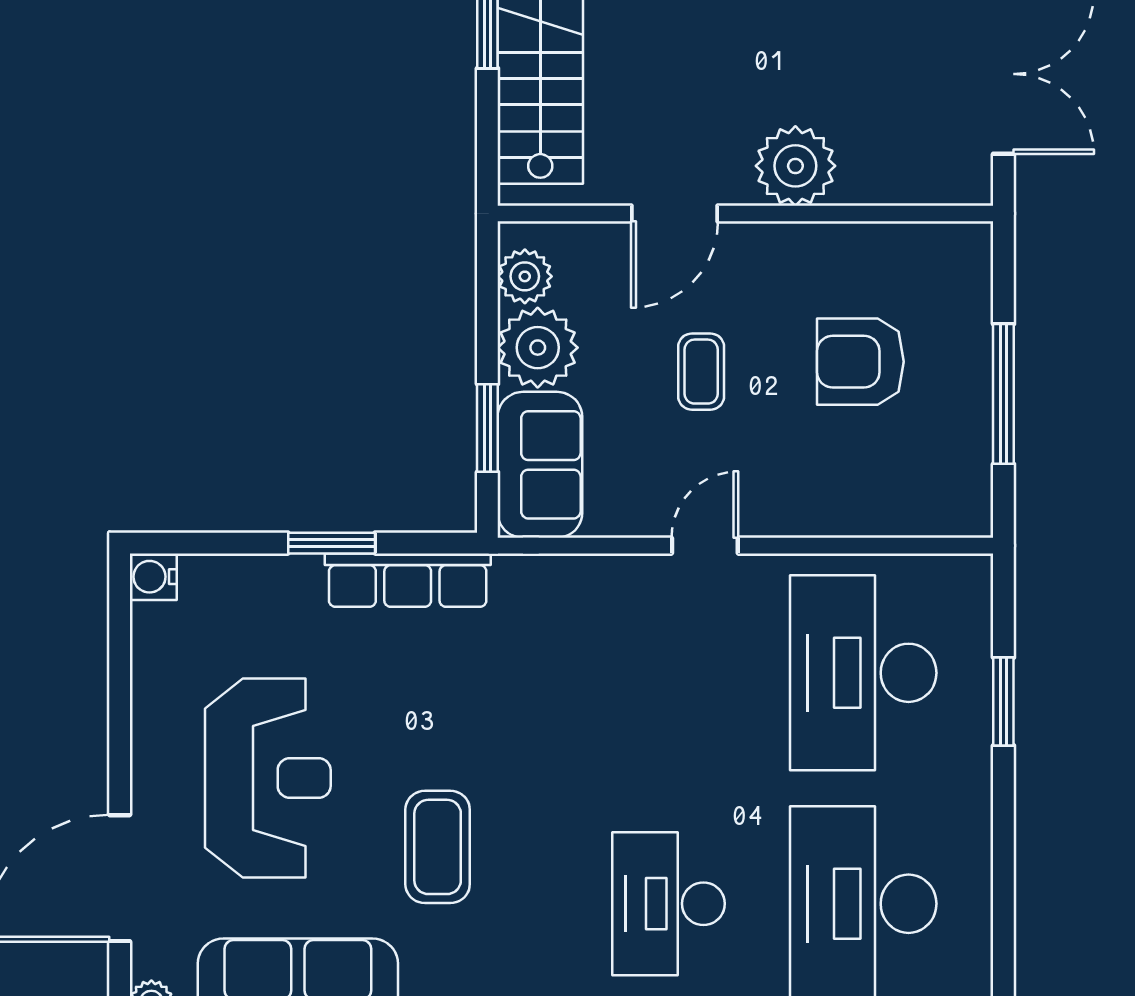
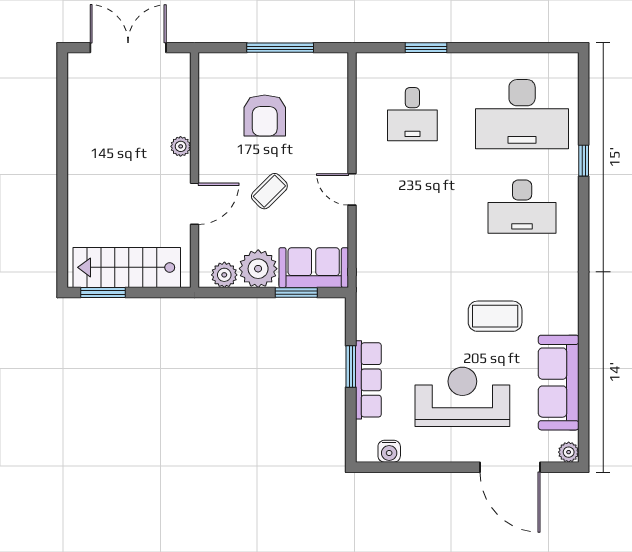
plant: (795, 166) -> (181, 146), width x0.53, depth x0.53
door: (675, 214) -> (194, 204), hinge flipped
coffee table: (701, 372) -> (269, 191), turned -45
water cooler: (153, 577) -> (389, 451), moved
row of seats: (408, 580) -> (368, 380), moved
desk: (863, 673) -> (412, 114), width x0.53, depth x0.77

